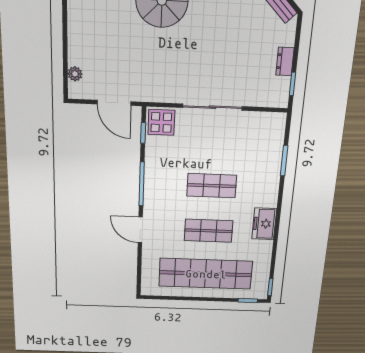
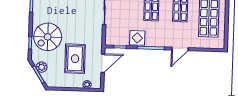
rug: (122, 52) -> (75, 59), added
display table: (161, 122) -> (137, 38), moved

